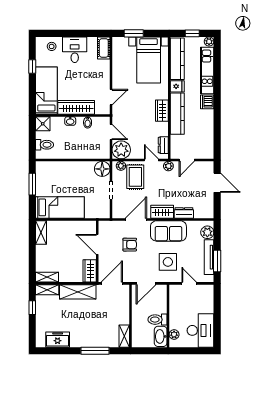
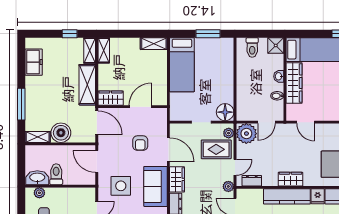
boiler: (121, 315) -> (61, 133), added

